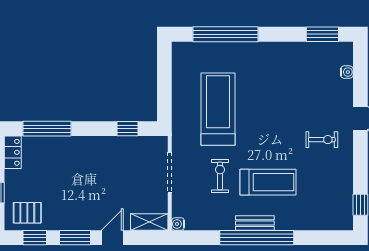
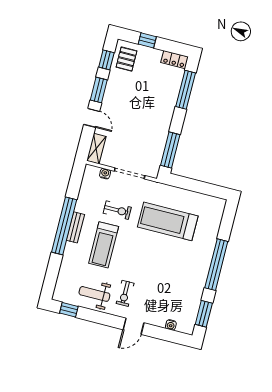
window: (226, 34) -> (216, 265), moved
treadmill: (218, 109) -> (168, 221), turned 180
window: (128, 129) -> (170, 150), width x2.17
weight bench: (332, 178) -> (94, 294), added
water cooler: (178, 224) -> (105, 174), moved

